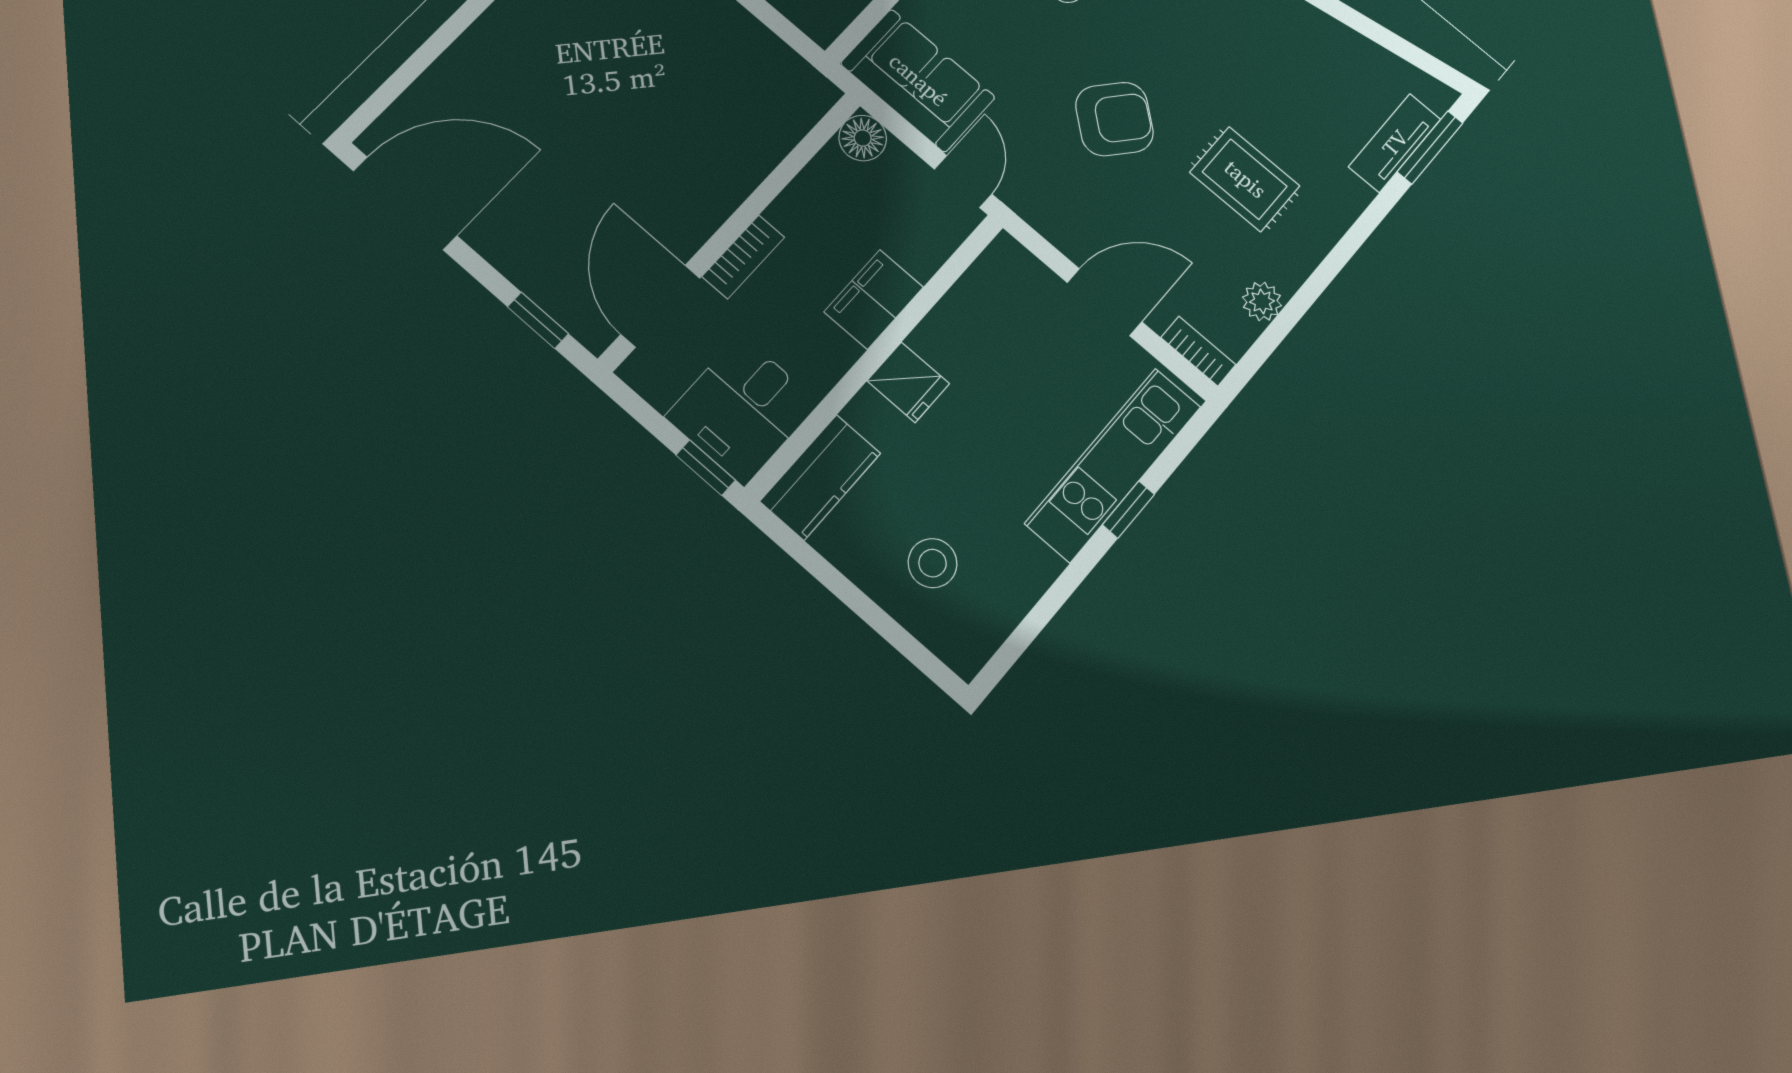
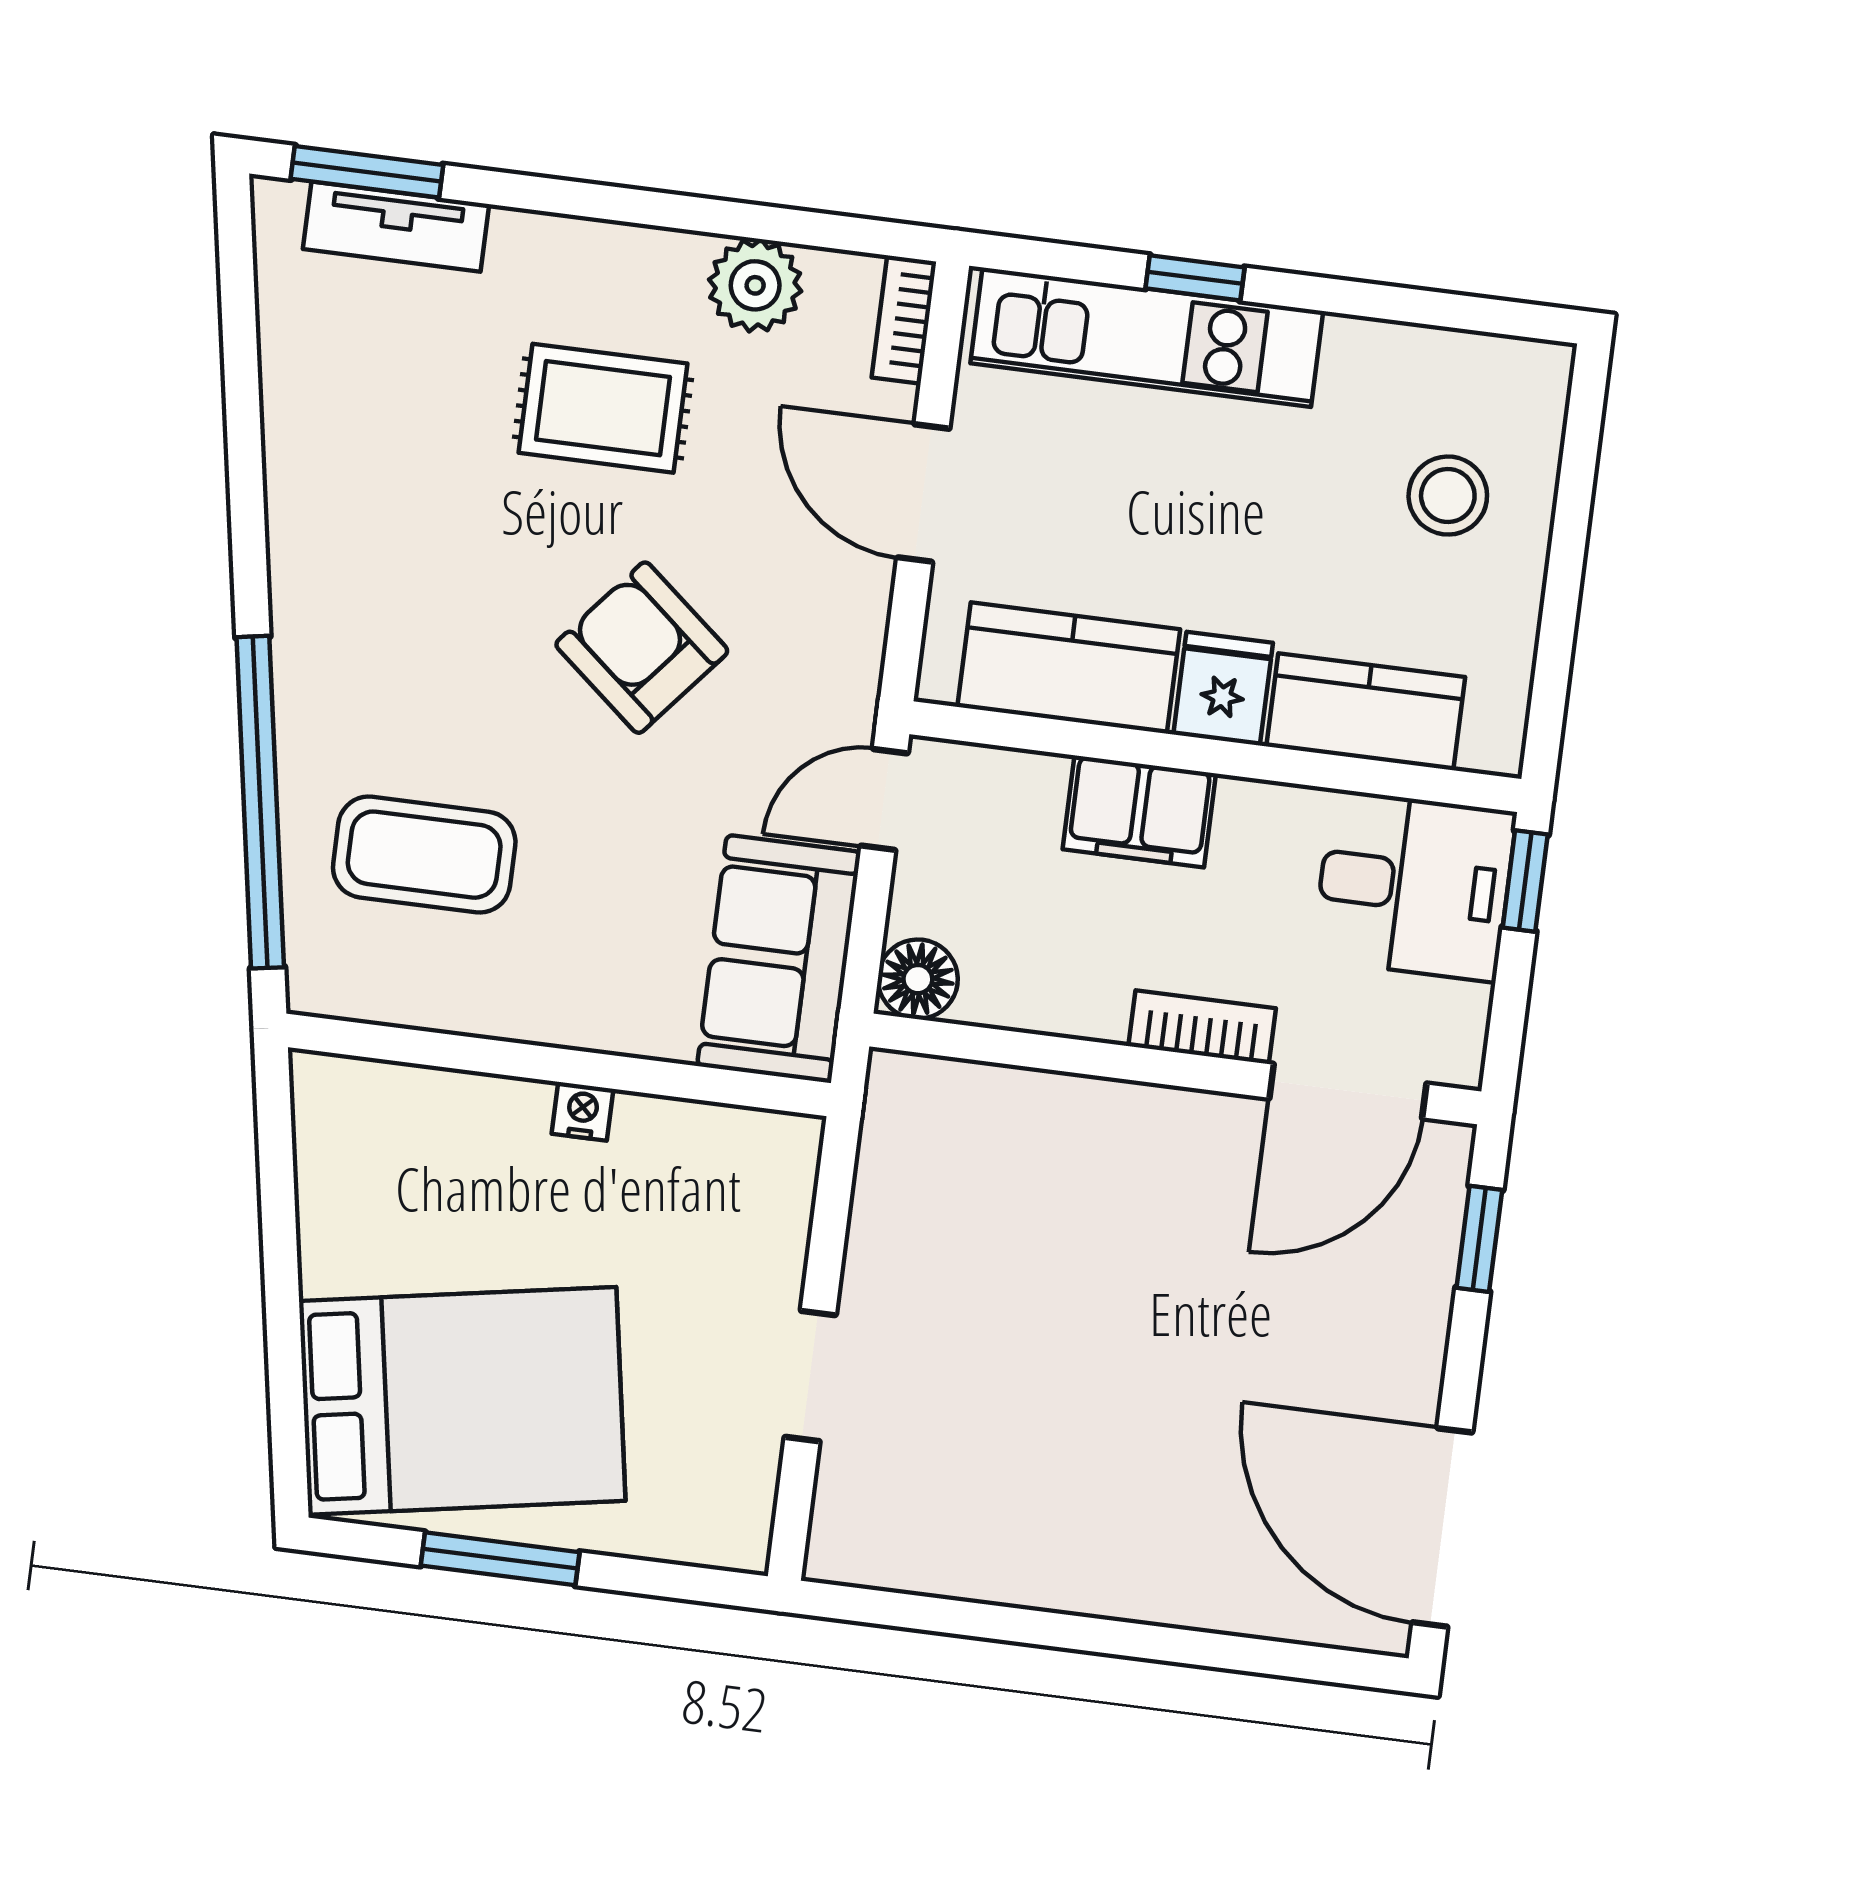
rug: (1245, 179) -> (603, 408), turned 90
plant: (1262, 301) -> (755, 285), width x1.38, depth x1.38
kitchen counter: (970, 314) -> (1069, 668), added
kitchen counter: (820, 477) -> (1366, 712), moved

